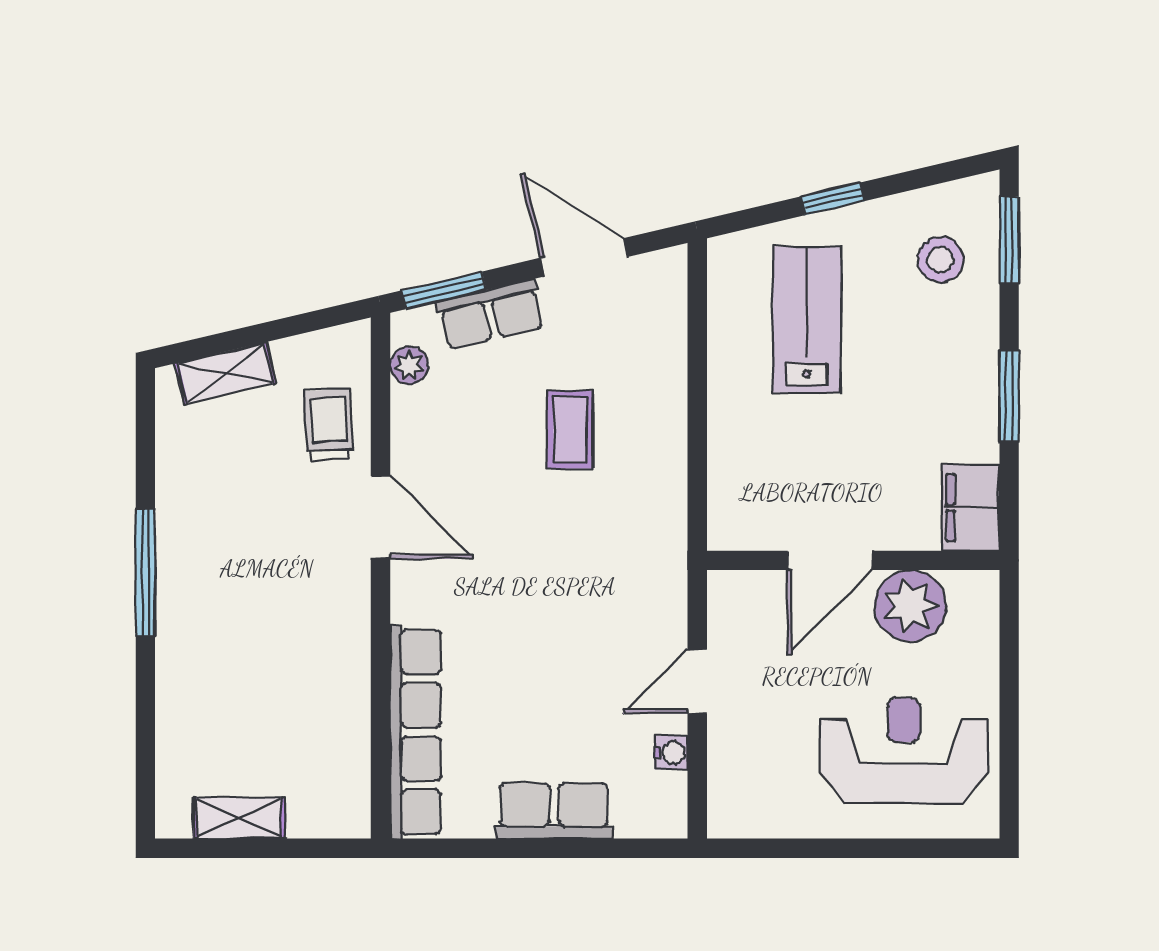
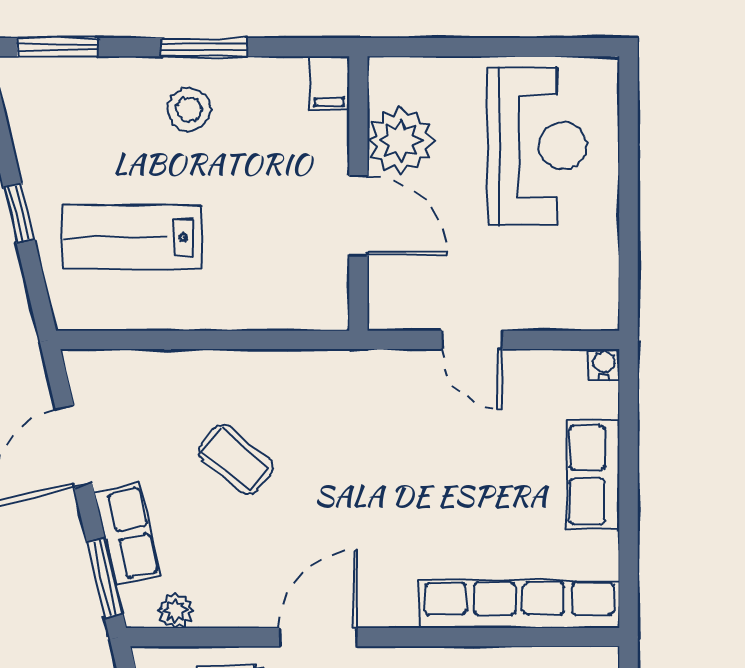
stool: (940, 260) -> (189, 109), moved
coffee table: (570, 430) -> (236, 459), turned 40
filing cabinet: (971, 508) -> (329, 83), width x0.50
reception desk: (904, 751) -> (537, 146), turned 180
water cooler: (671, 753) -> (604, 365), moved

